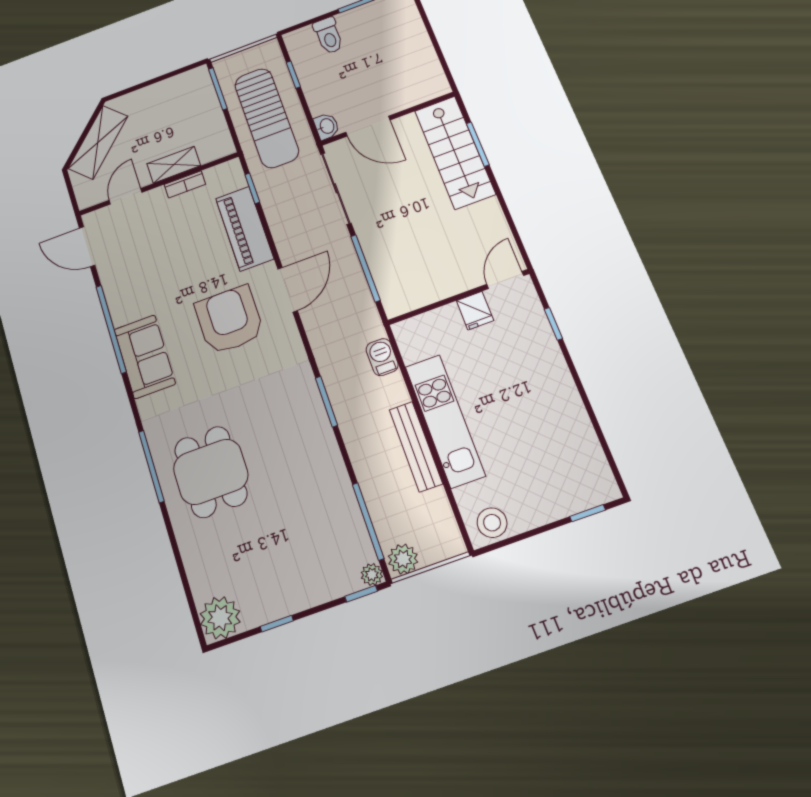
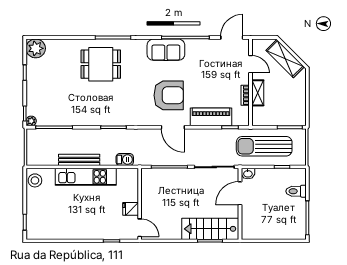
plant: (403, 559) -> (33, 137), removed

